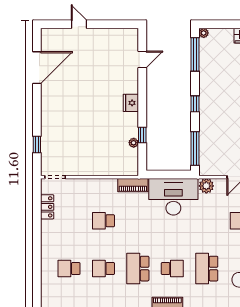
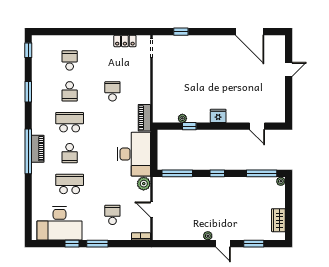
school desk: (103, 269) -> (70, 91), turned 180

